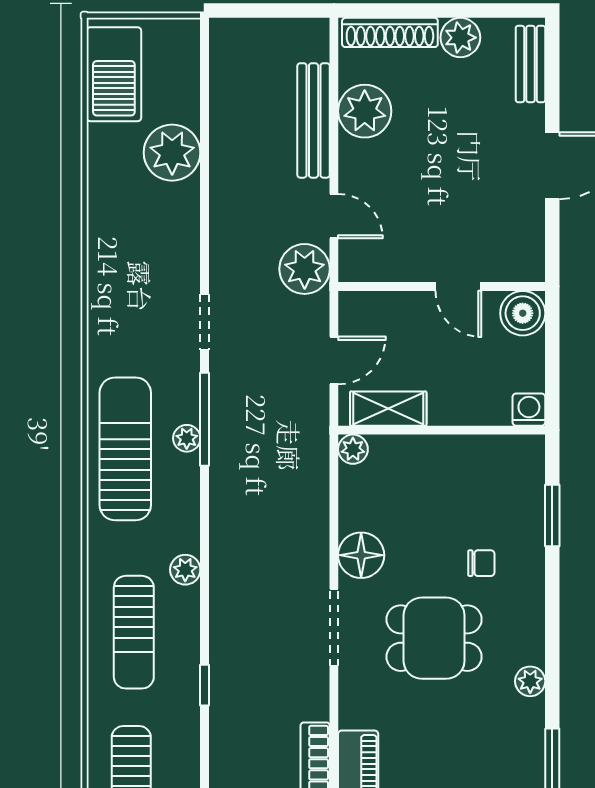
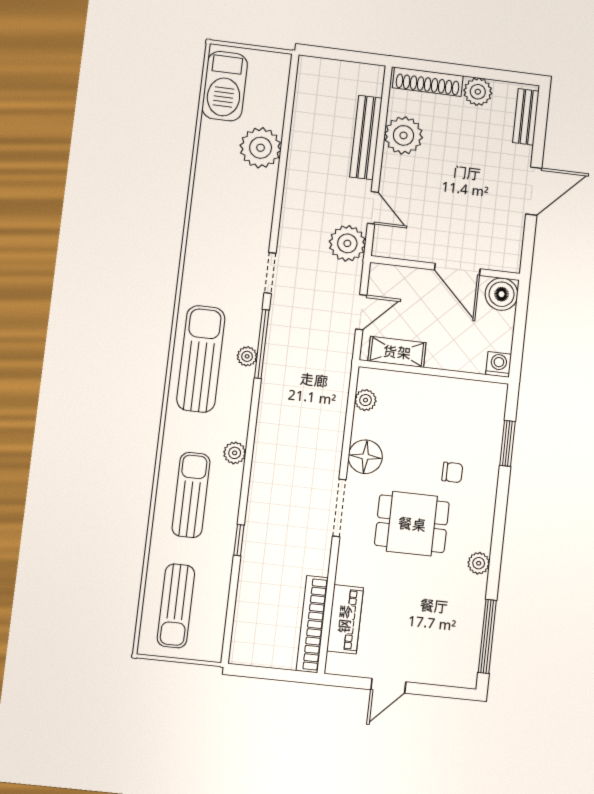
door: (458, 286) -> (457, 269), width x1.38
plant: (353, 449) -> (366, 400), moved
sun lounger: (134, 632) -> (191, 495), turned 180

